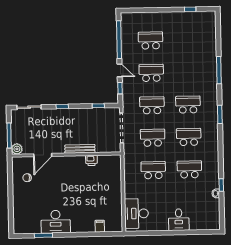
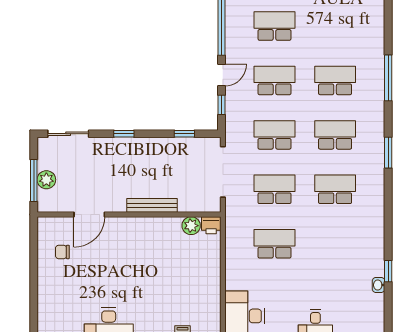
door: (120, 70) -> (221, 75), hinge flipped
plant: (17, 149) -> (46, 180), moved
printer: (91, 160) -> (211, 225), moved
plant: (103, 160) -> (191, 226), added
school desk: (189, 169) -> (335, 80), moved

